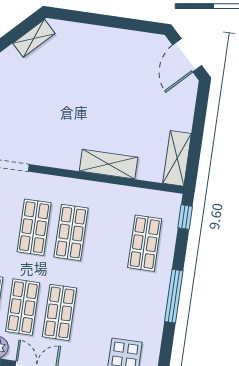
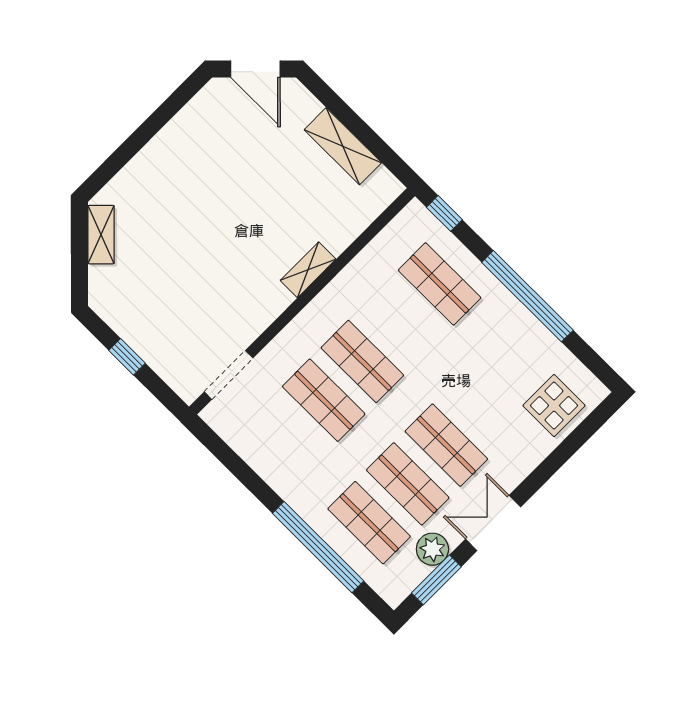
shelving: (177, 158) -> (343, 146), moved
shelving: (109, 164) -> (308, 270), width x0.67, depth x0.75
window: (174, 296) -> (527, 296), width x1.46

